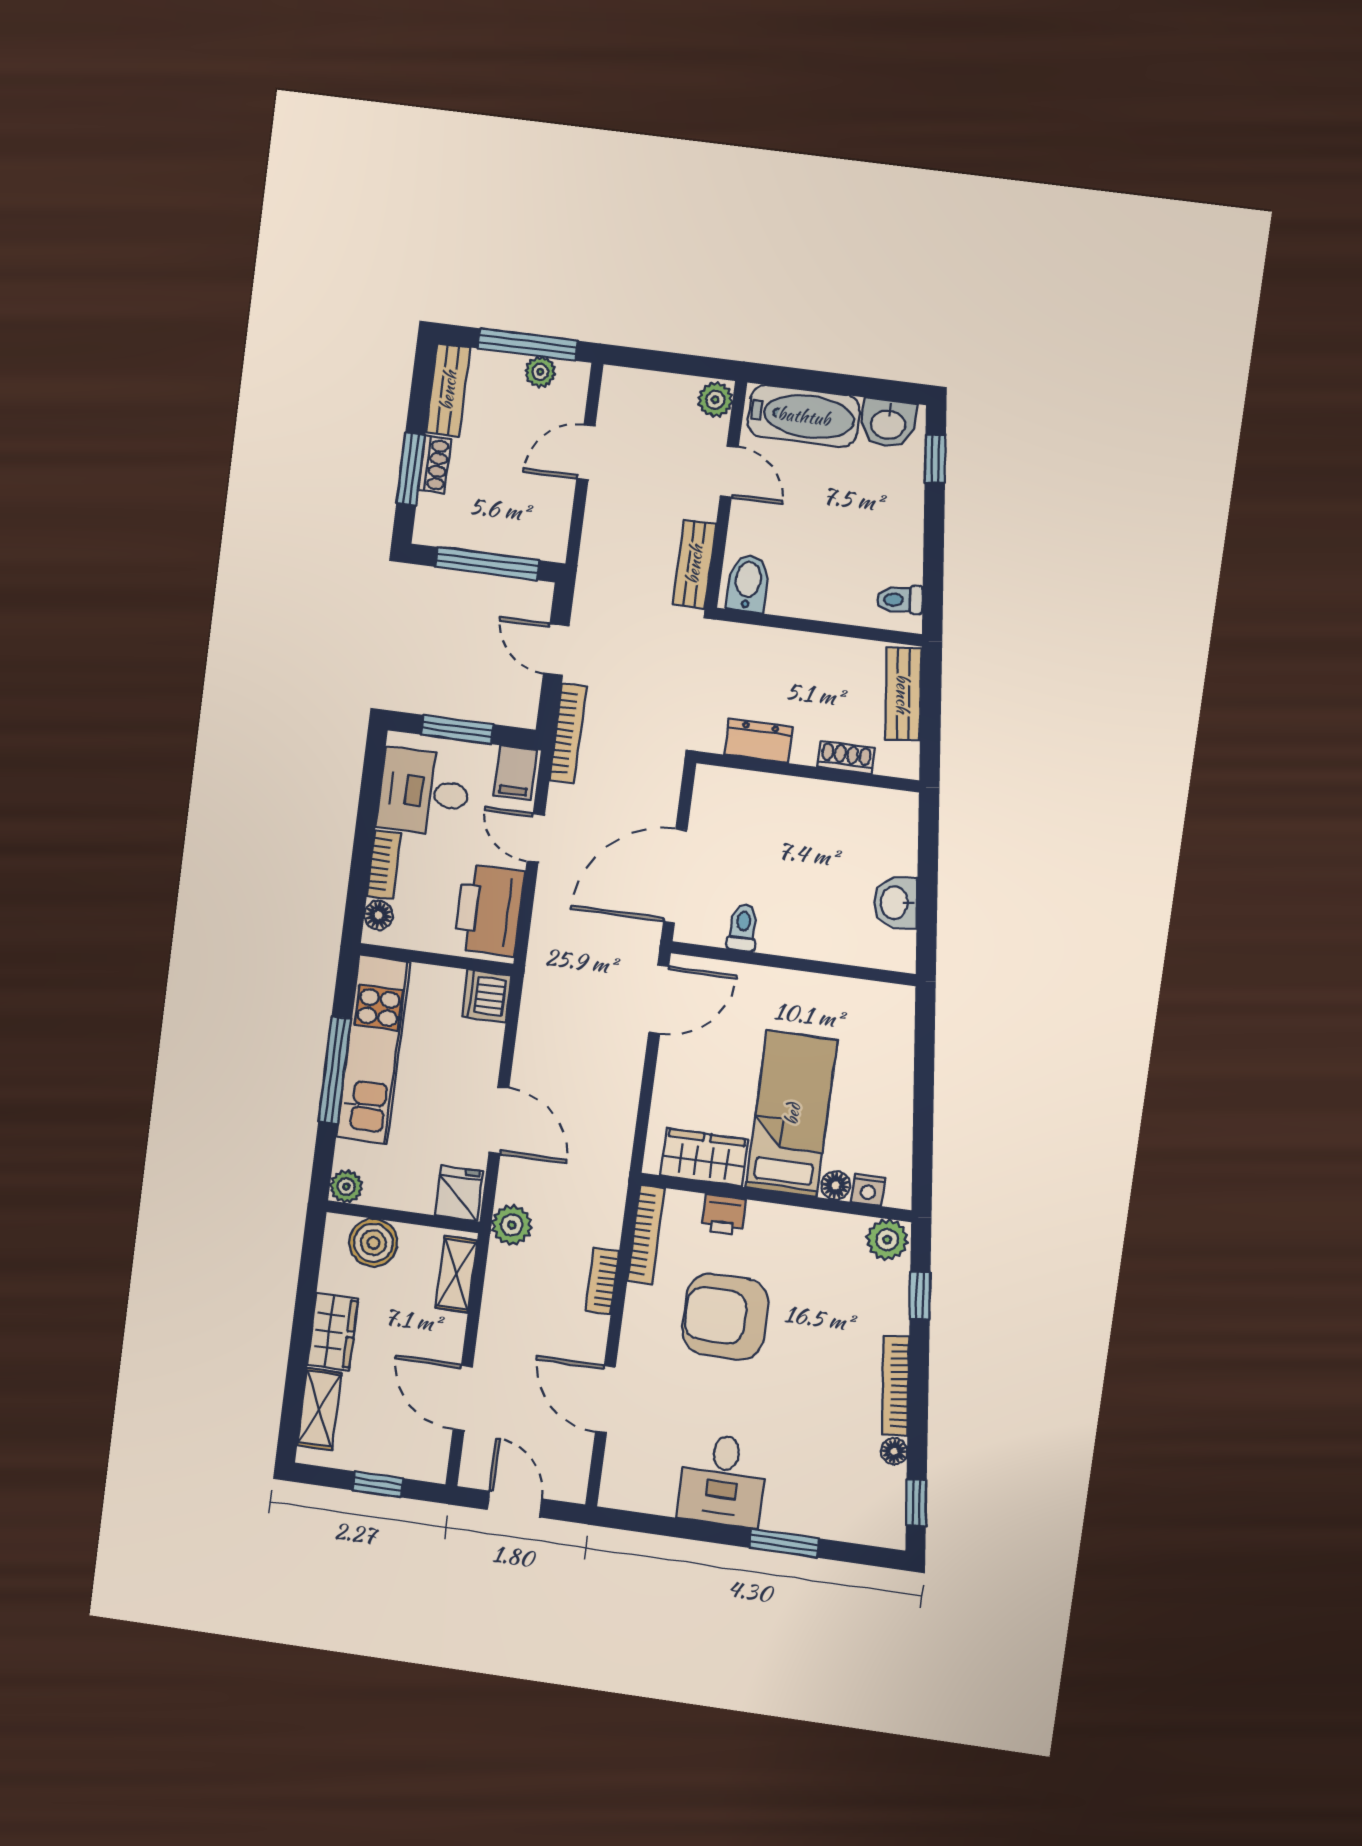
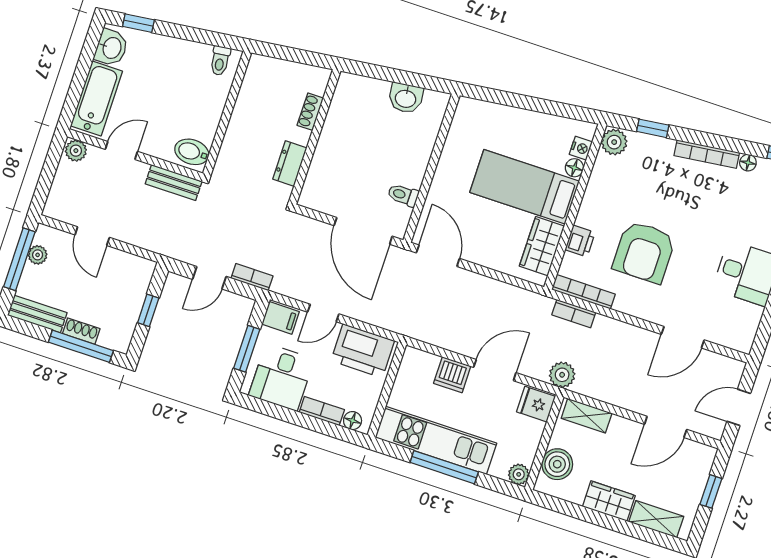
window: (411, 469) -> (81, 346), width x1.44
window: (487, 564) -> (148, 310), width x0.46
bench: (903, 694) -> (278, 69), removed
bookcase: (568, 733) -> (252, 277), width x0.64
dishwasher: (487, 996) -> (452, 375), moved
bookcase: (602, 1281) -> (574, 314), moved

